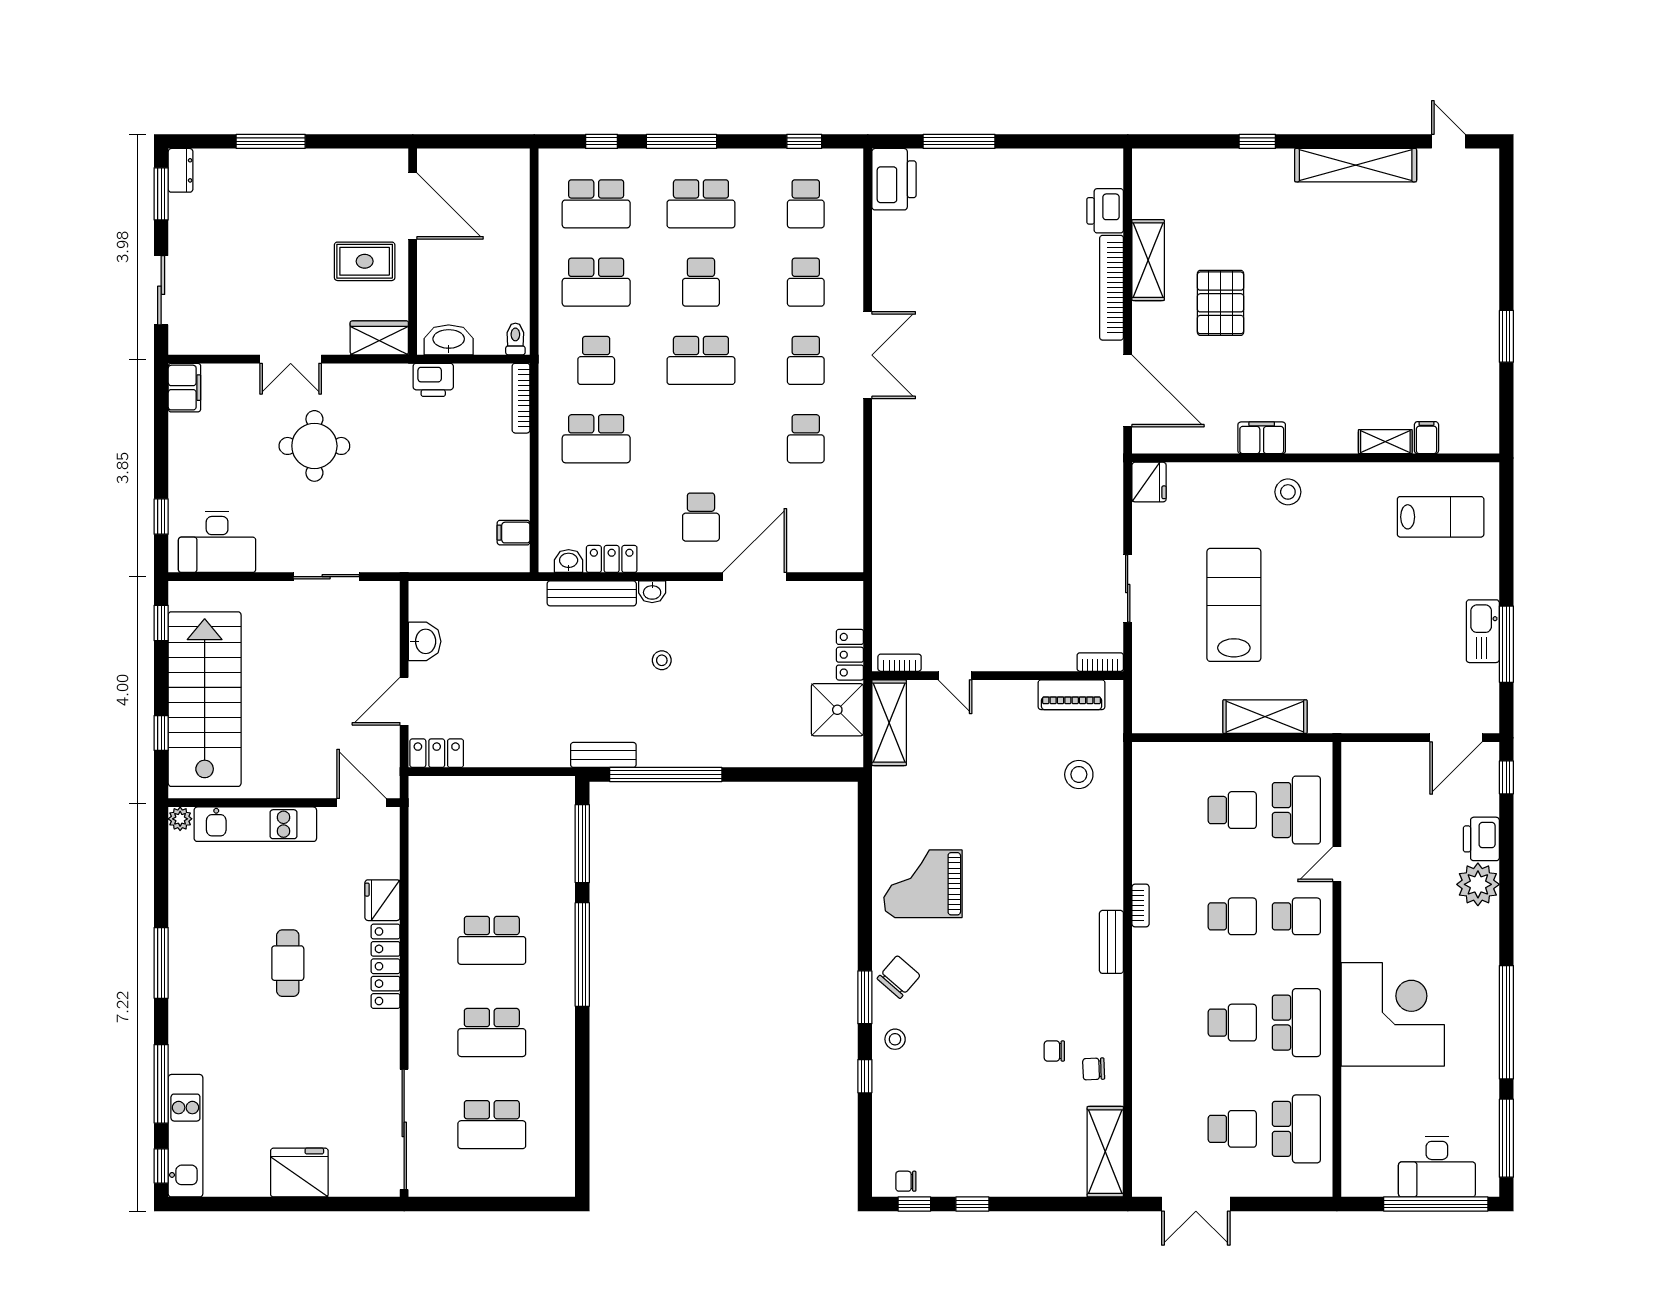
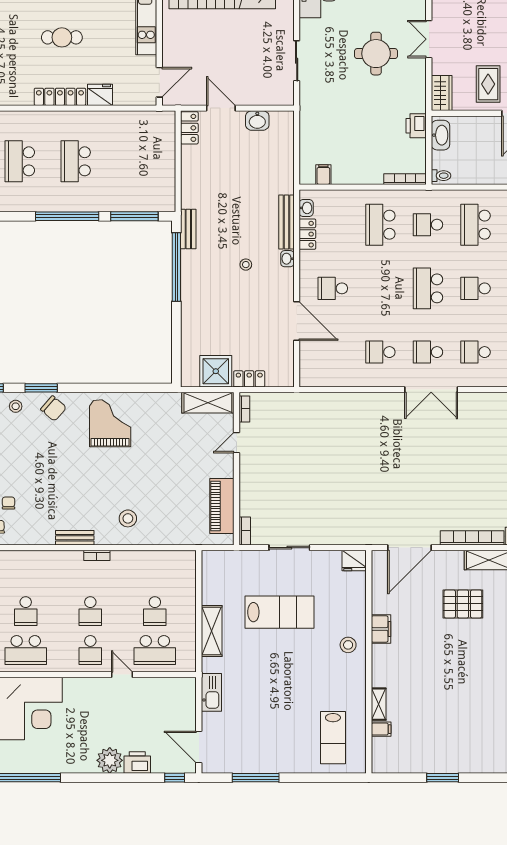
kitchen sink: (1483, 631) -> (211, 692), moved, turned 90
piano: (1072, 695) -> (222, 506), width x1.37, depth x1.33
stool: (1079, 774) -> (128, 518), moved

